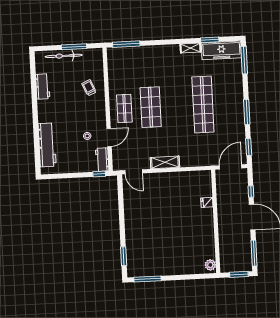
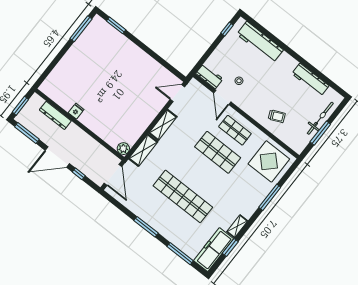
window: (126, 44) -> (270, 197), moved
window: (244, 60) -> (180, 254), moved
display table: (126, 66) -> (269, 161), added
workbench: (43, 86) -> (310, 80), width x1.38
window: (249, 147) -> (116, 203), removed
shelving: (195, 161) -> (143, 150), added
window: (99, 174) -> (227, 29), moved
fridge: (207, 202) -> (76, 111), moved
dresser: (224, 244) -> (55, 115), added
plant: (210, 265) -> (123, 149), moved

